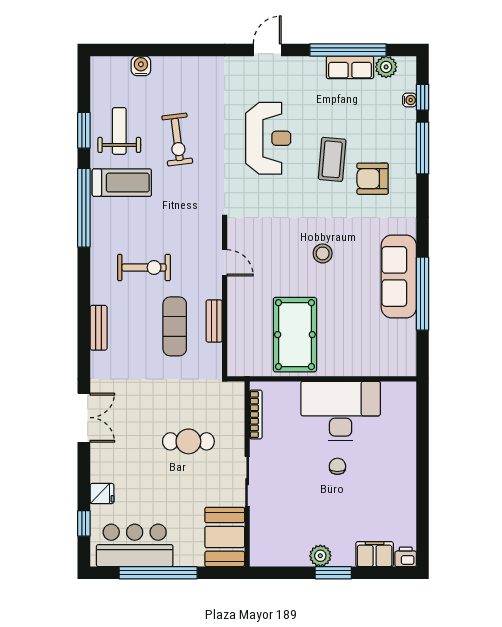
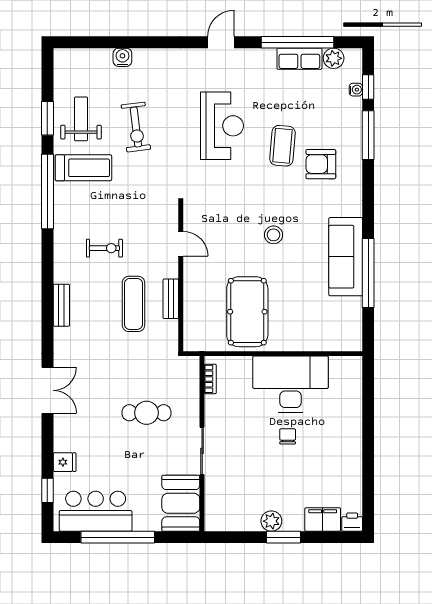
water cooler: (141, 66) -> (122, 57), moved
exercise bike: (144, 268) -> (104, 248), width x0.73, depth x0.72
bookcase: (256, 414) -> (210, 379), width x0.64

